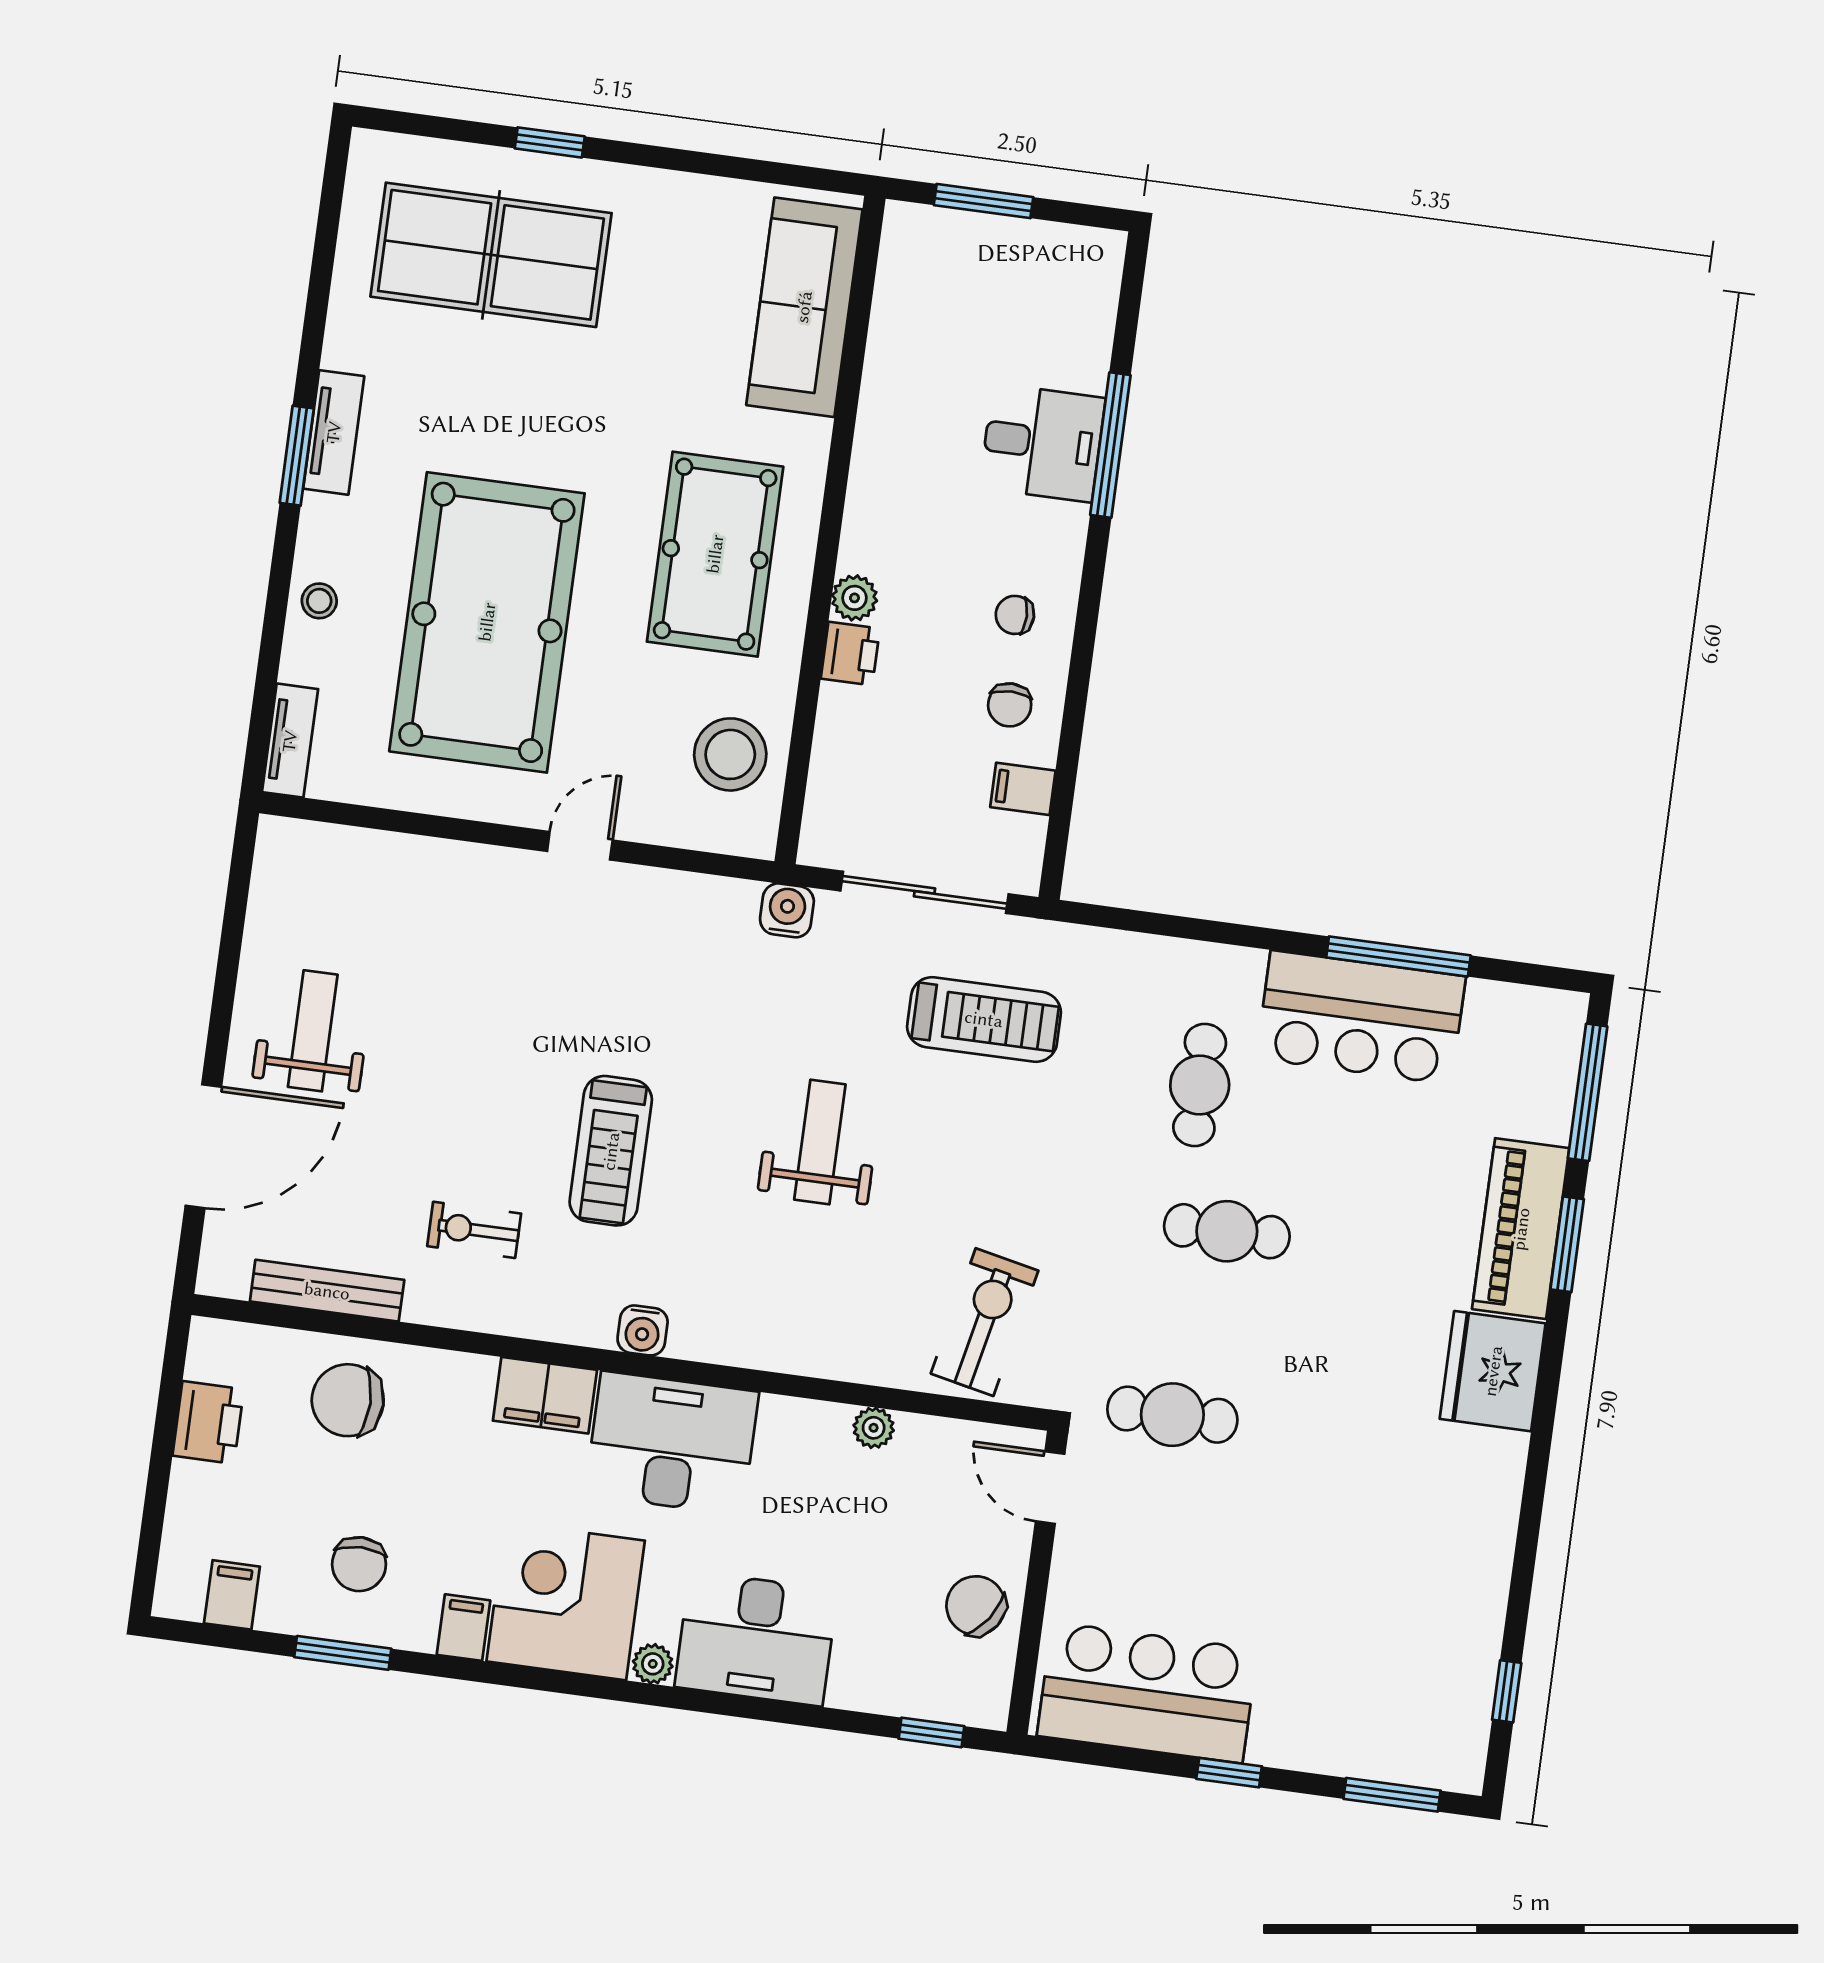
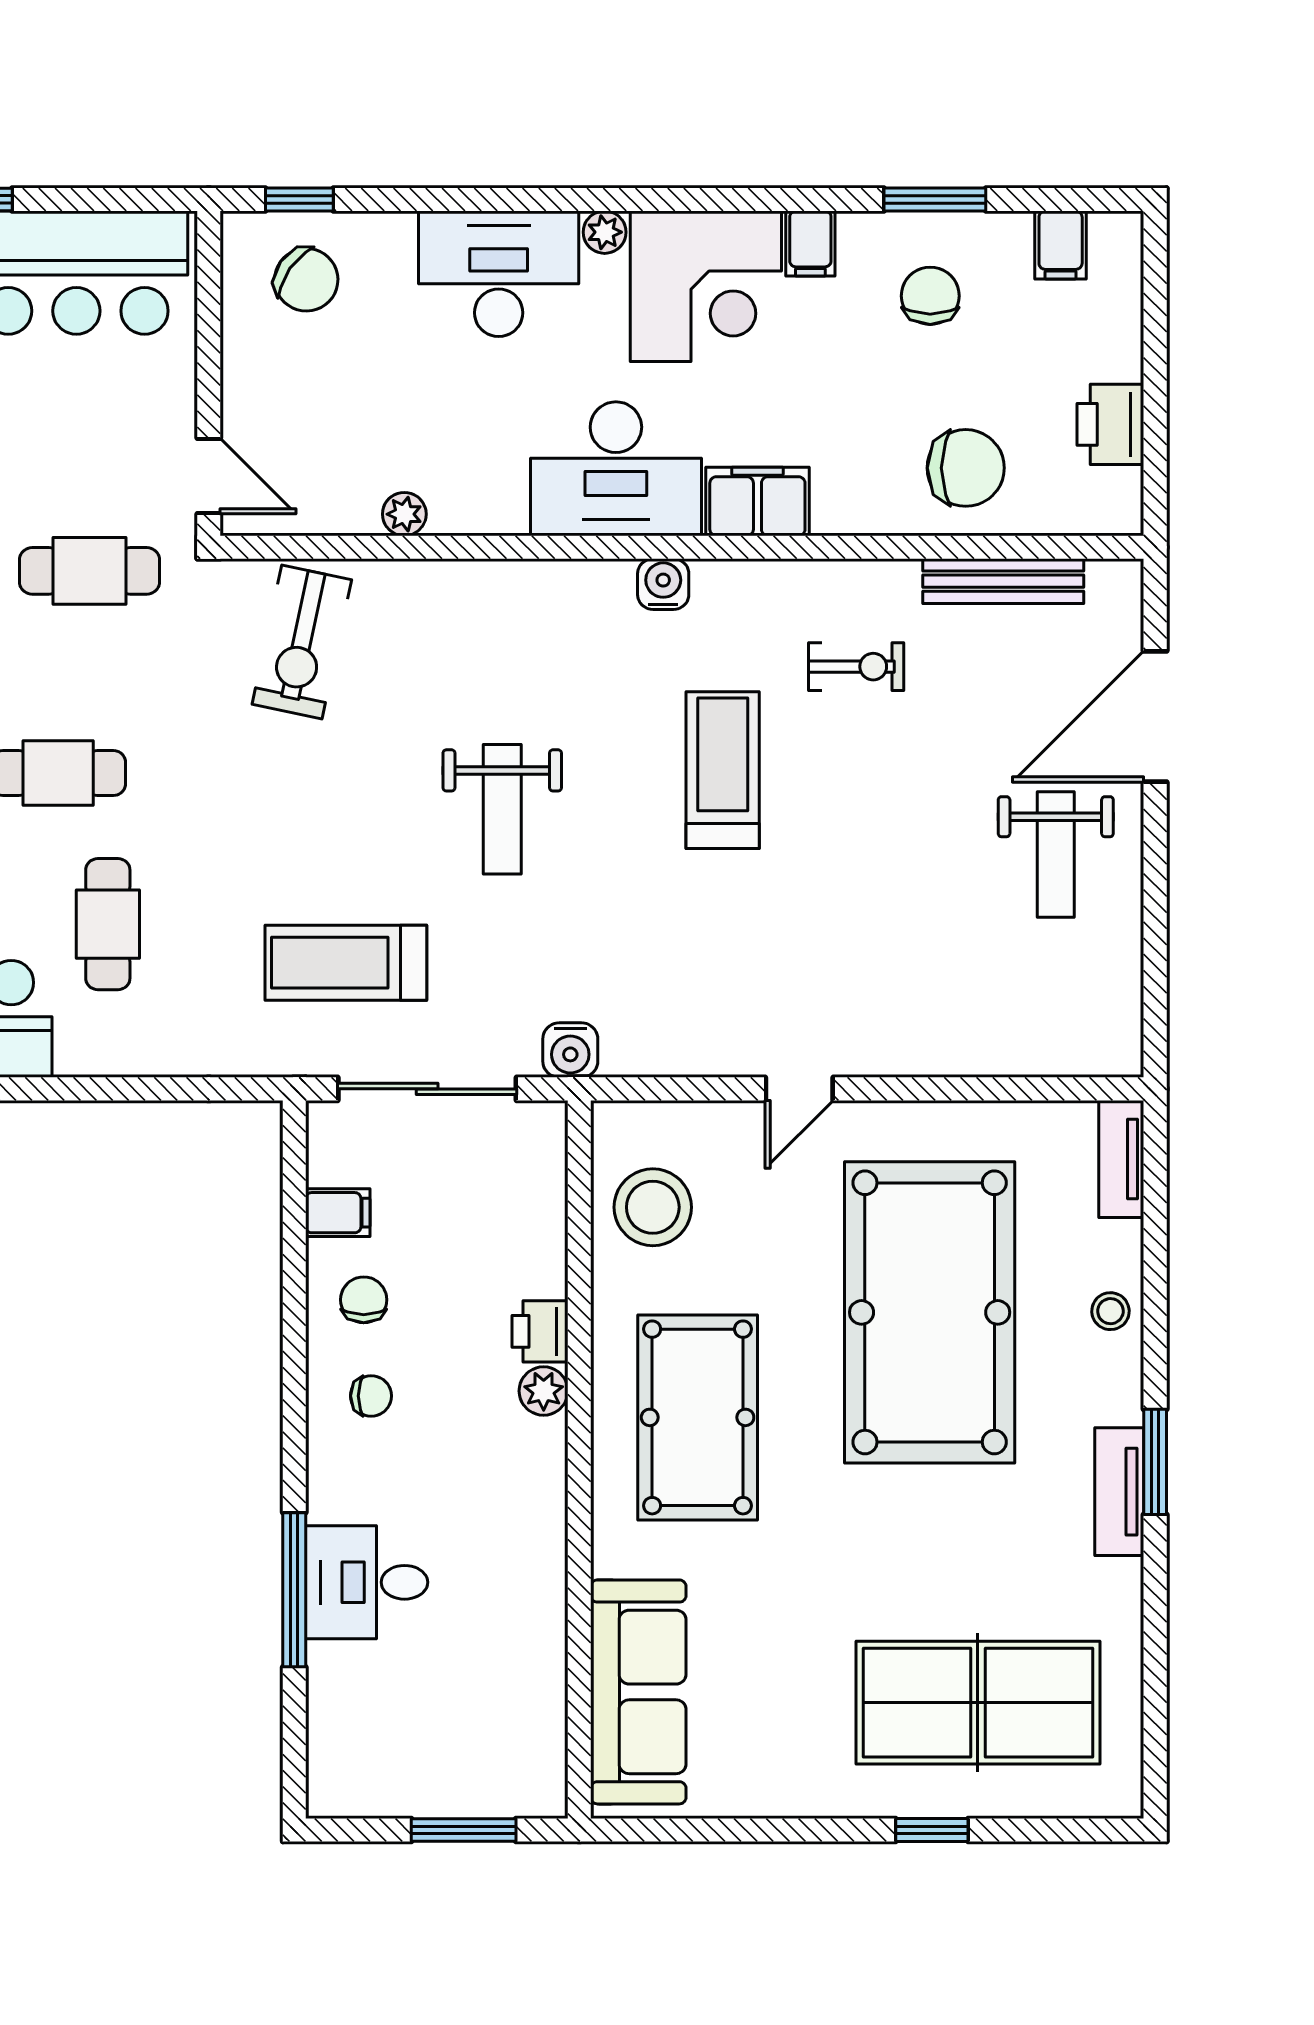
chair: (976, 1606) -> (306, 280), moved

